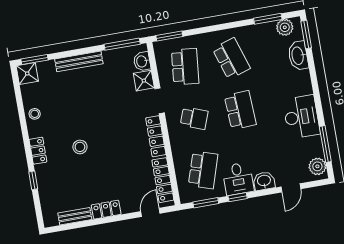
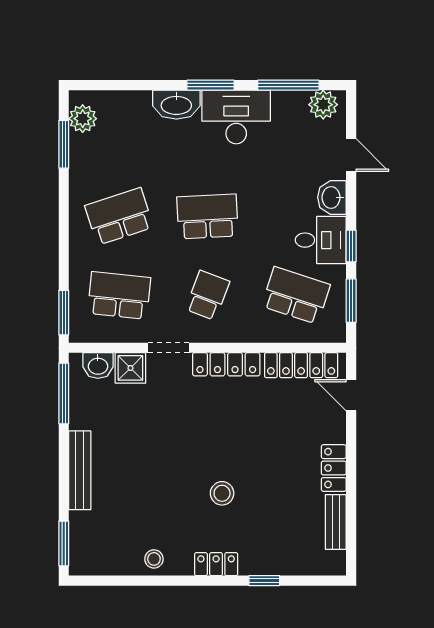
window: (306, 35) -> (211, 85), moved
washbasin: (298, 56) -> (176, 105), moved
shower: (27, 73) -> (85, 560), removed

